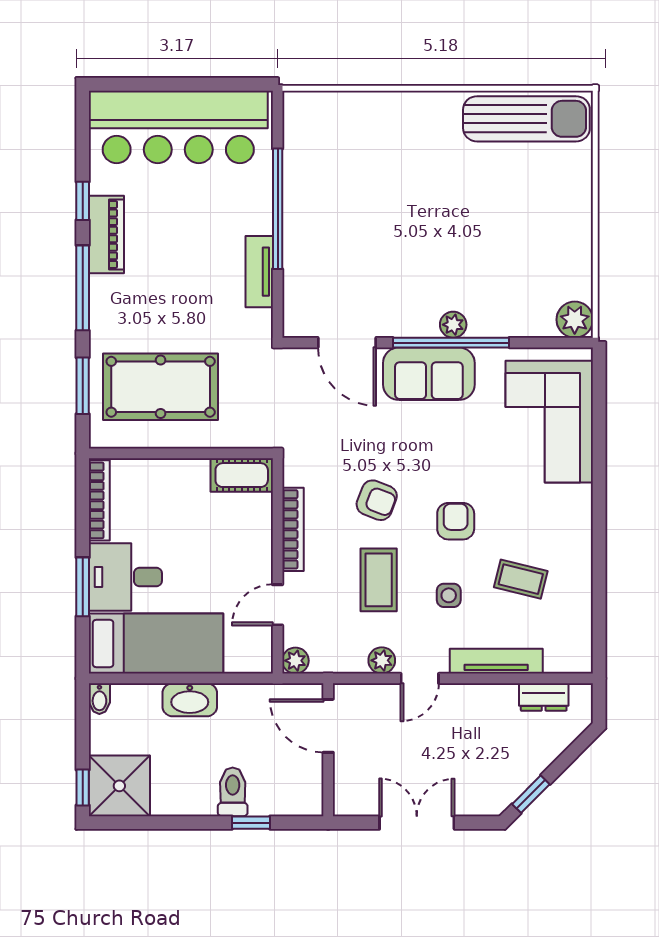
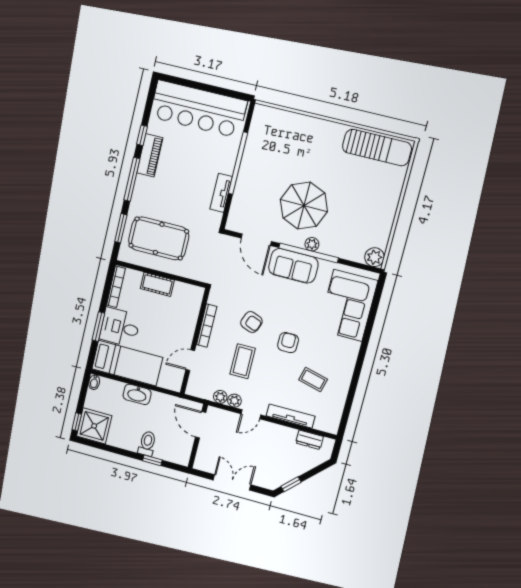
parasol: (420, 257) -> (304, 206), added
cot: (242, 475) -> (157, 284), moved
side table: (449, 595) -> (275, 378), removed
plant: (295, 661) -> (220, 397), moved

